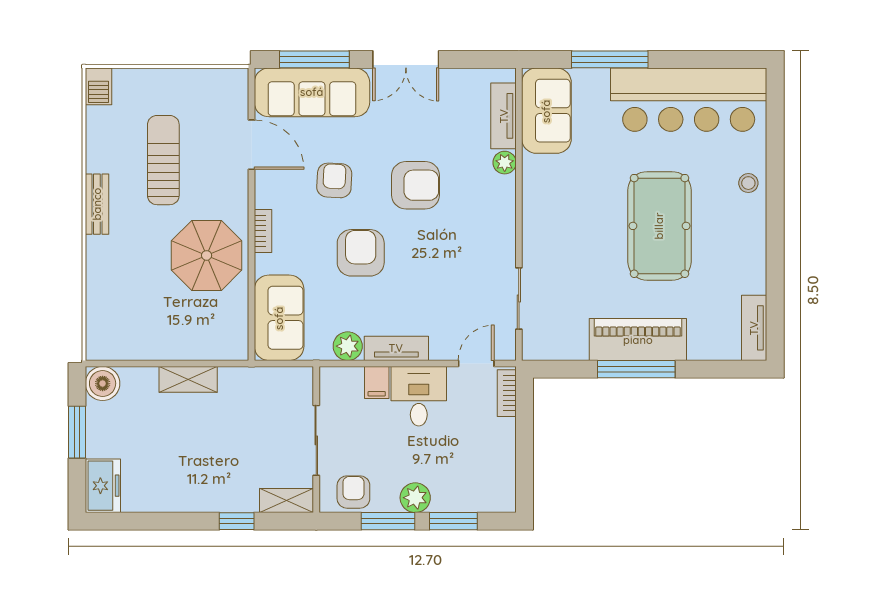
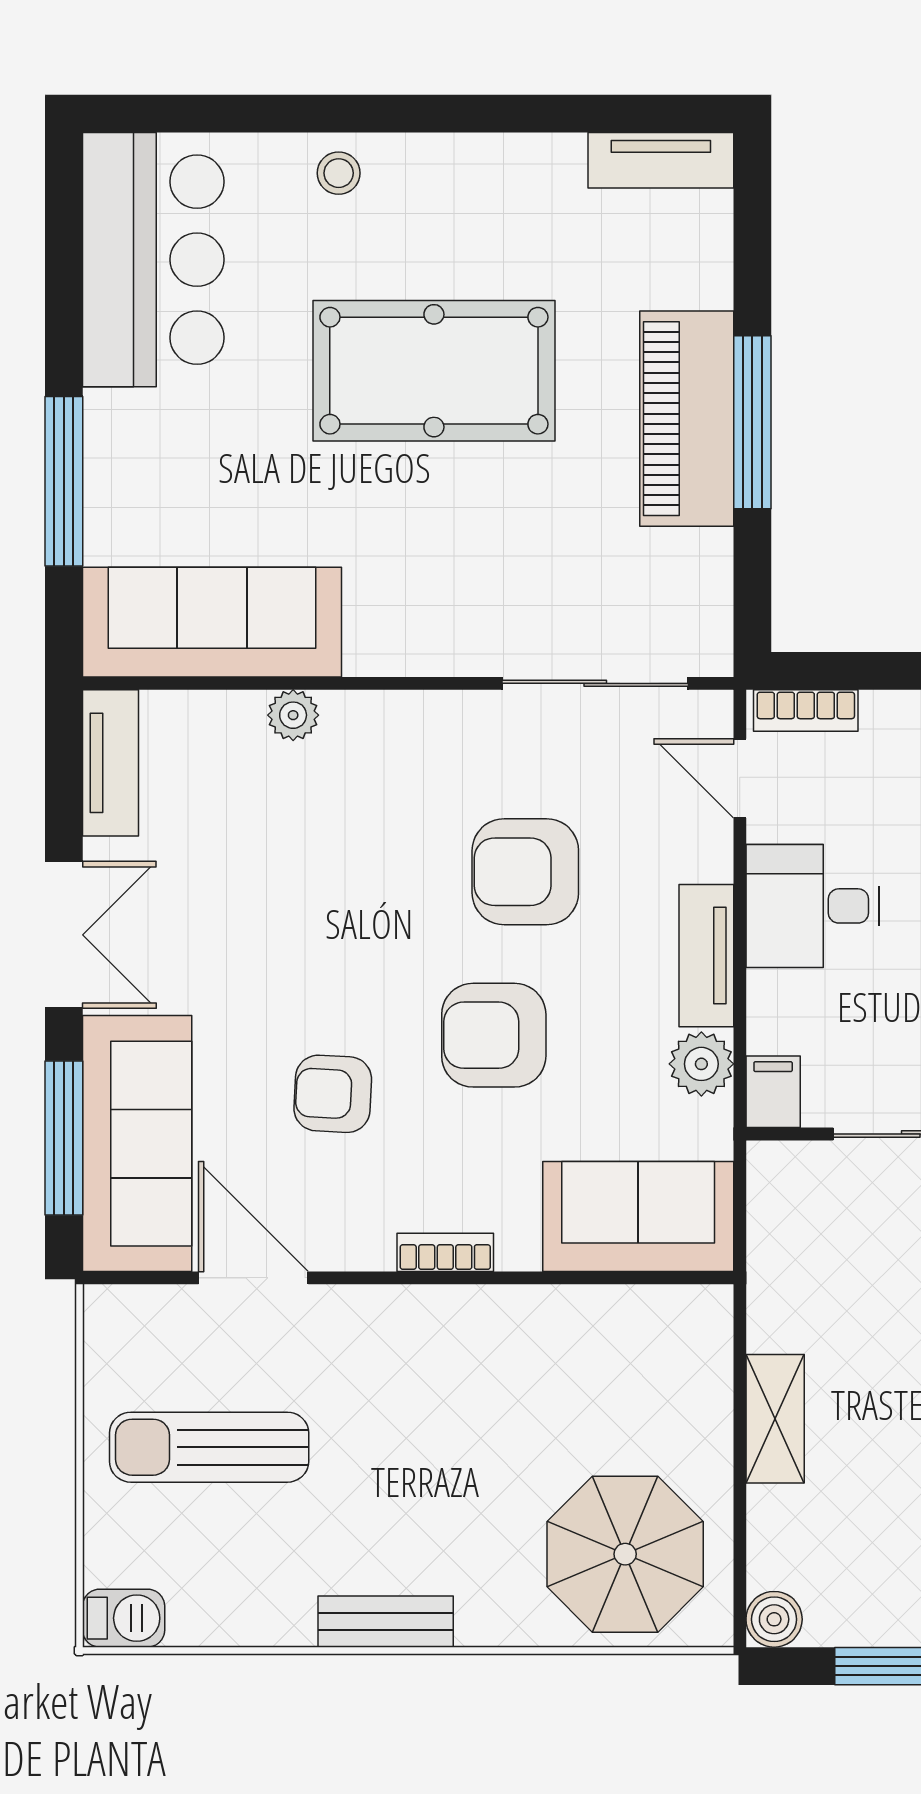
bar counter: (689, 100) -> (153, 260), width x0.73
sofa: (546, 111) -> (212, 622), width x1.36
tv unit: (504, 116) -> (111, 763), moved, turned -90
door: (251, 145) -> (253, 1278), hinge flipped
sun lounger: (163, 160) -> (209, 1447), moved
armchair: (416, 185) -> (525, 872), moved, turned -90
parasol: (207, 255) -> (625, 1554), moved
sliding door: (519, 298) -> (595, 683), width x1.37
filing cabinet: (377, 382) -> (773, 1092), moved, turned -90
boiler: (103, 383) -> (774, 1619), width x0.73, depth x0.73

